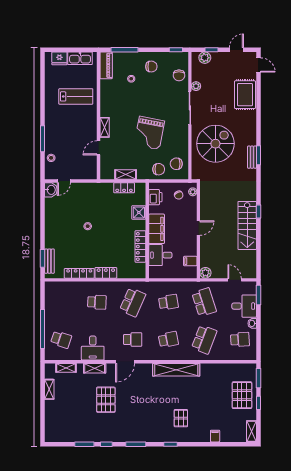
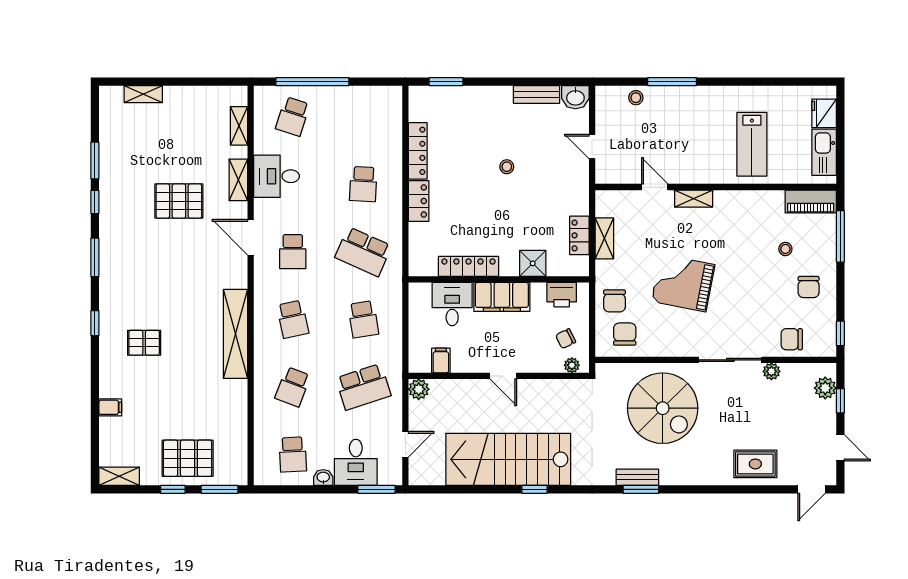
rug: (245, 95) -> (755, 464), width x0.73, depth x0.70
door: (64, 181) -> (592, 147), moved
stairs: (247, 225) -> (508, 459), width x1.36, depth x1.51
bench: (49, 261) -> (537, 94), moved
school desk: (204, 339) -> (293, 387), width x0.54
shelving: (49, 389) -> (143, 94), moved

